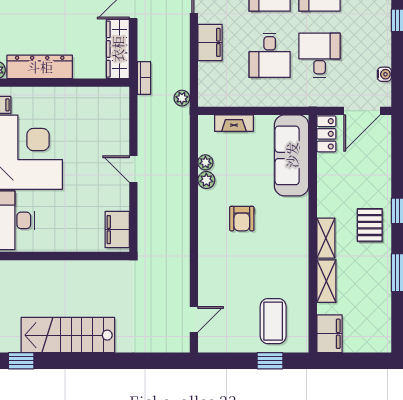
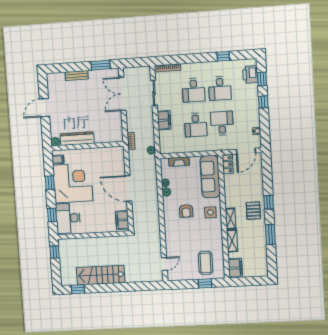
wardrobe: (118, 49) -> (117, 127), removed
door: (133, 169) -> (128, 188), width x1.87
side table: (288, 224) -> (210, 212), added

